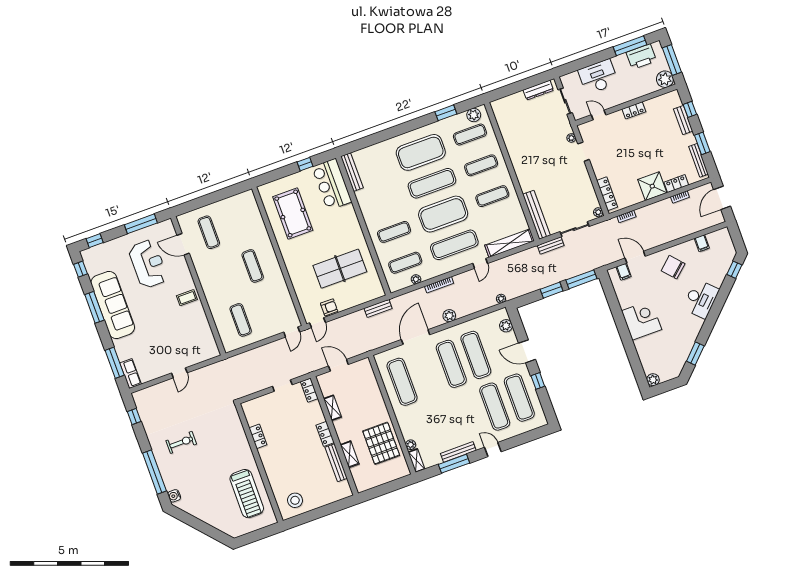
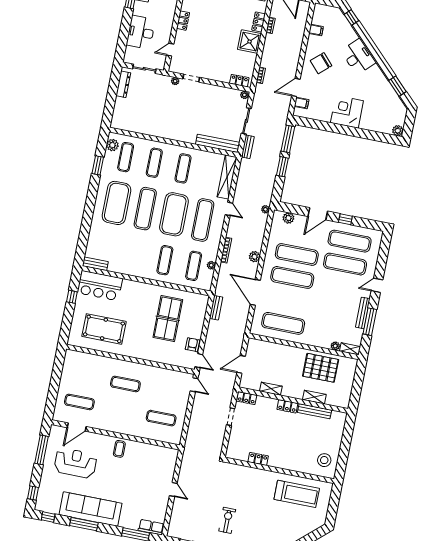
bench: (352, 172) -> (95, 264), width x0.73
locker: (607, 194) -> (239, 81), width x0.66

